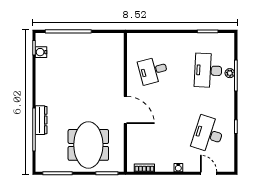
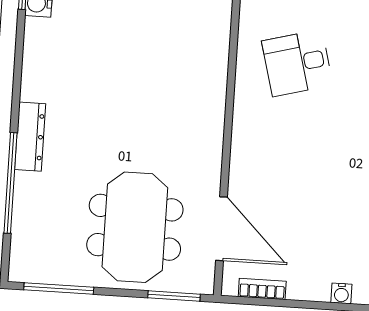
door: (125, 110) -> (222, 229), moved
dresser: (41, 120) -> (30, 137), moved

